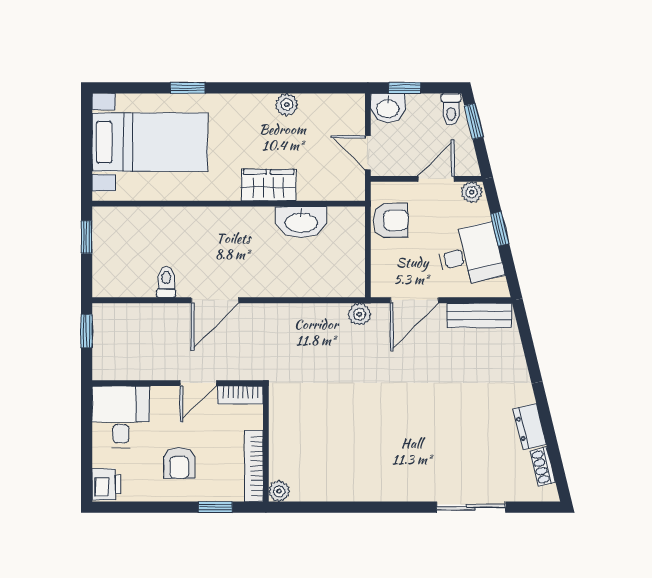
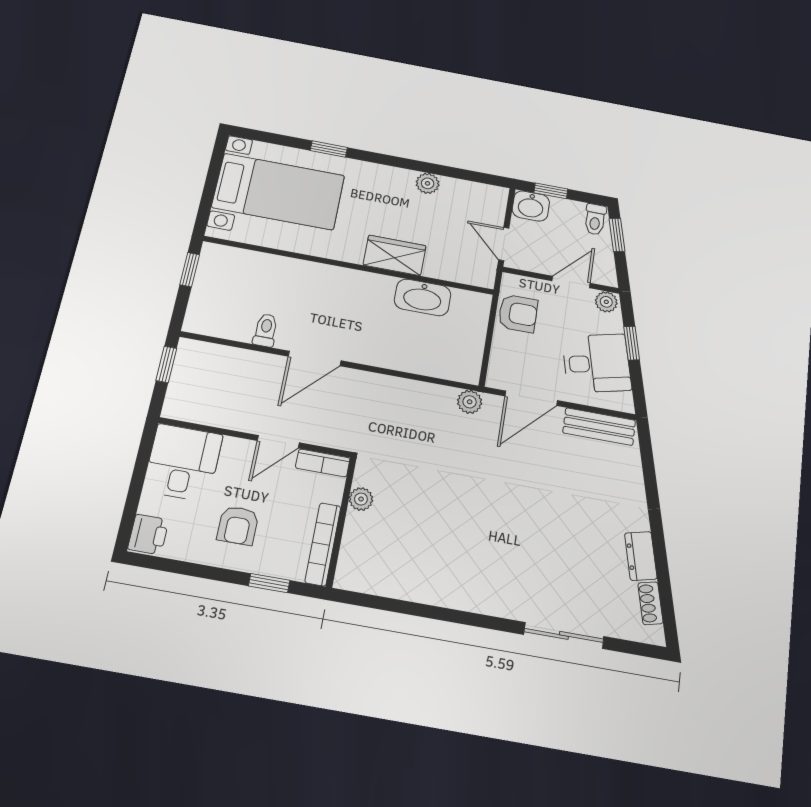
plant: (279, 491) -> (361, 499), moved

